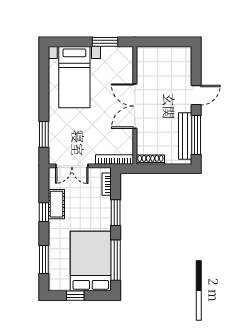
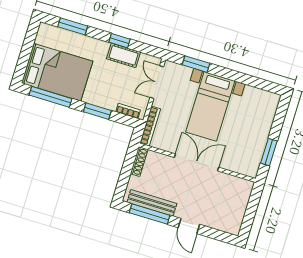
bed with nightstands: (74, 77) -> (210, 106), moved, turned -90
window: (75, 296) -> (28, 46), removed

